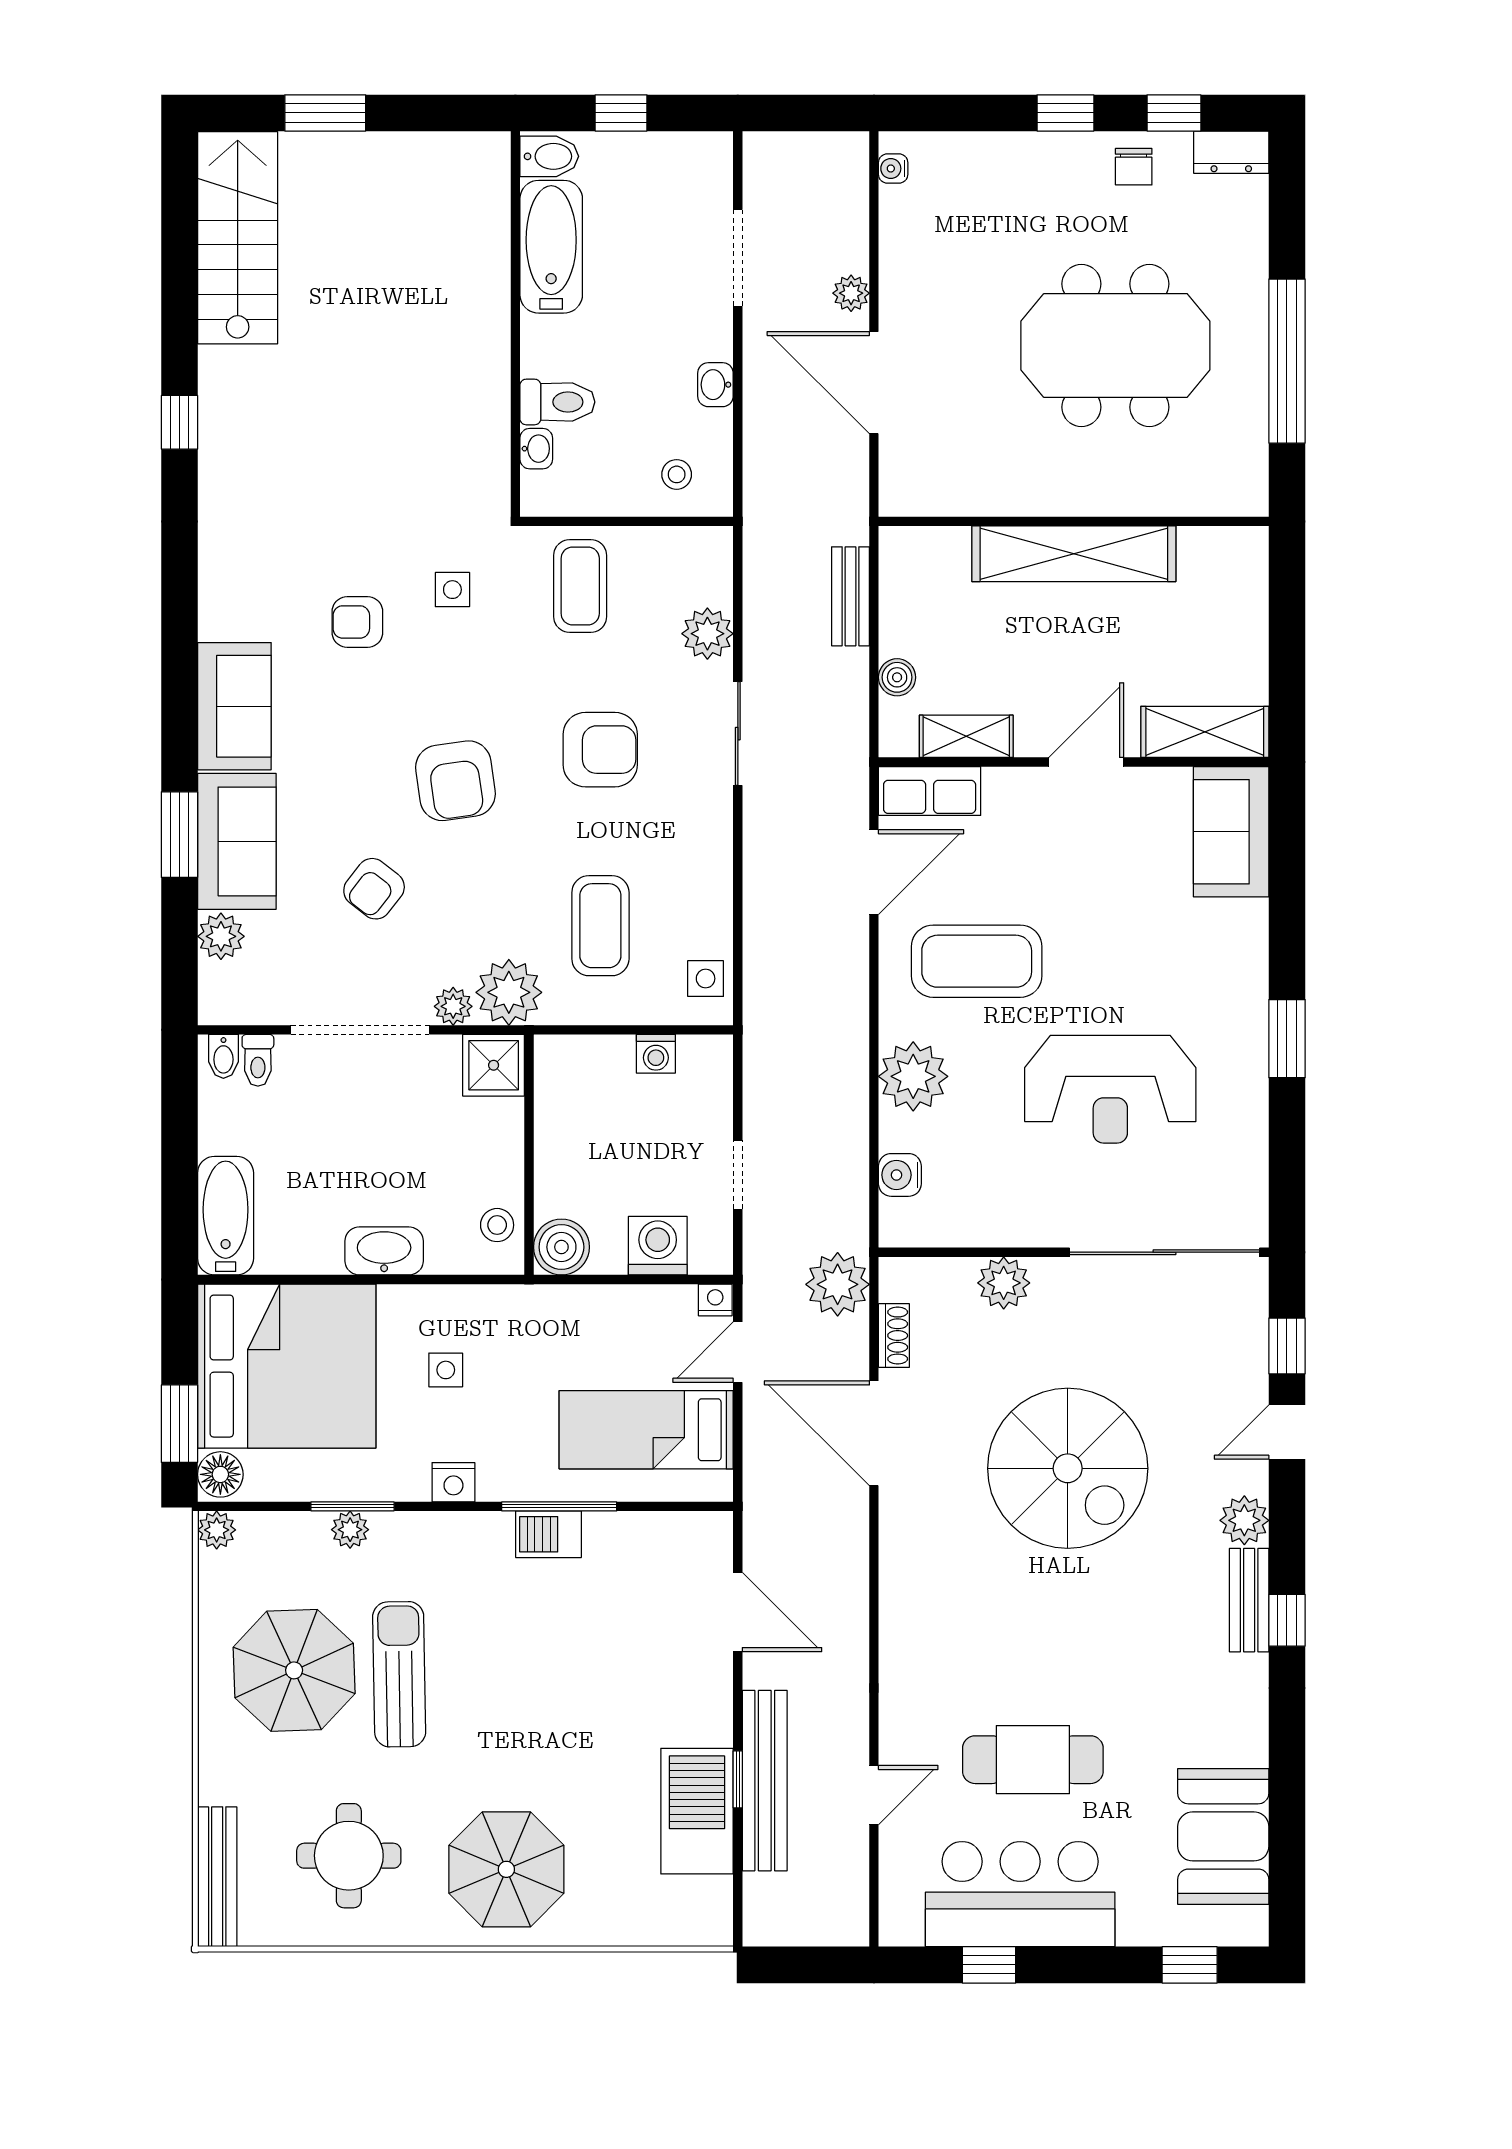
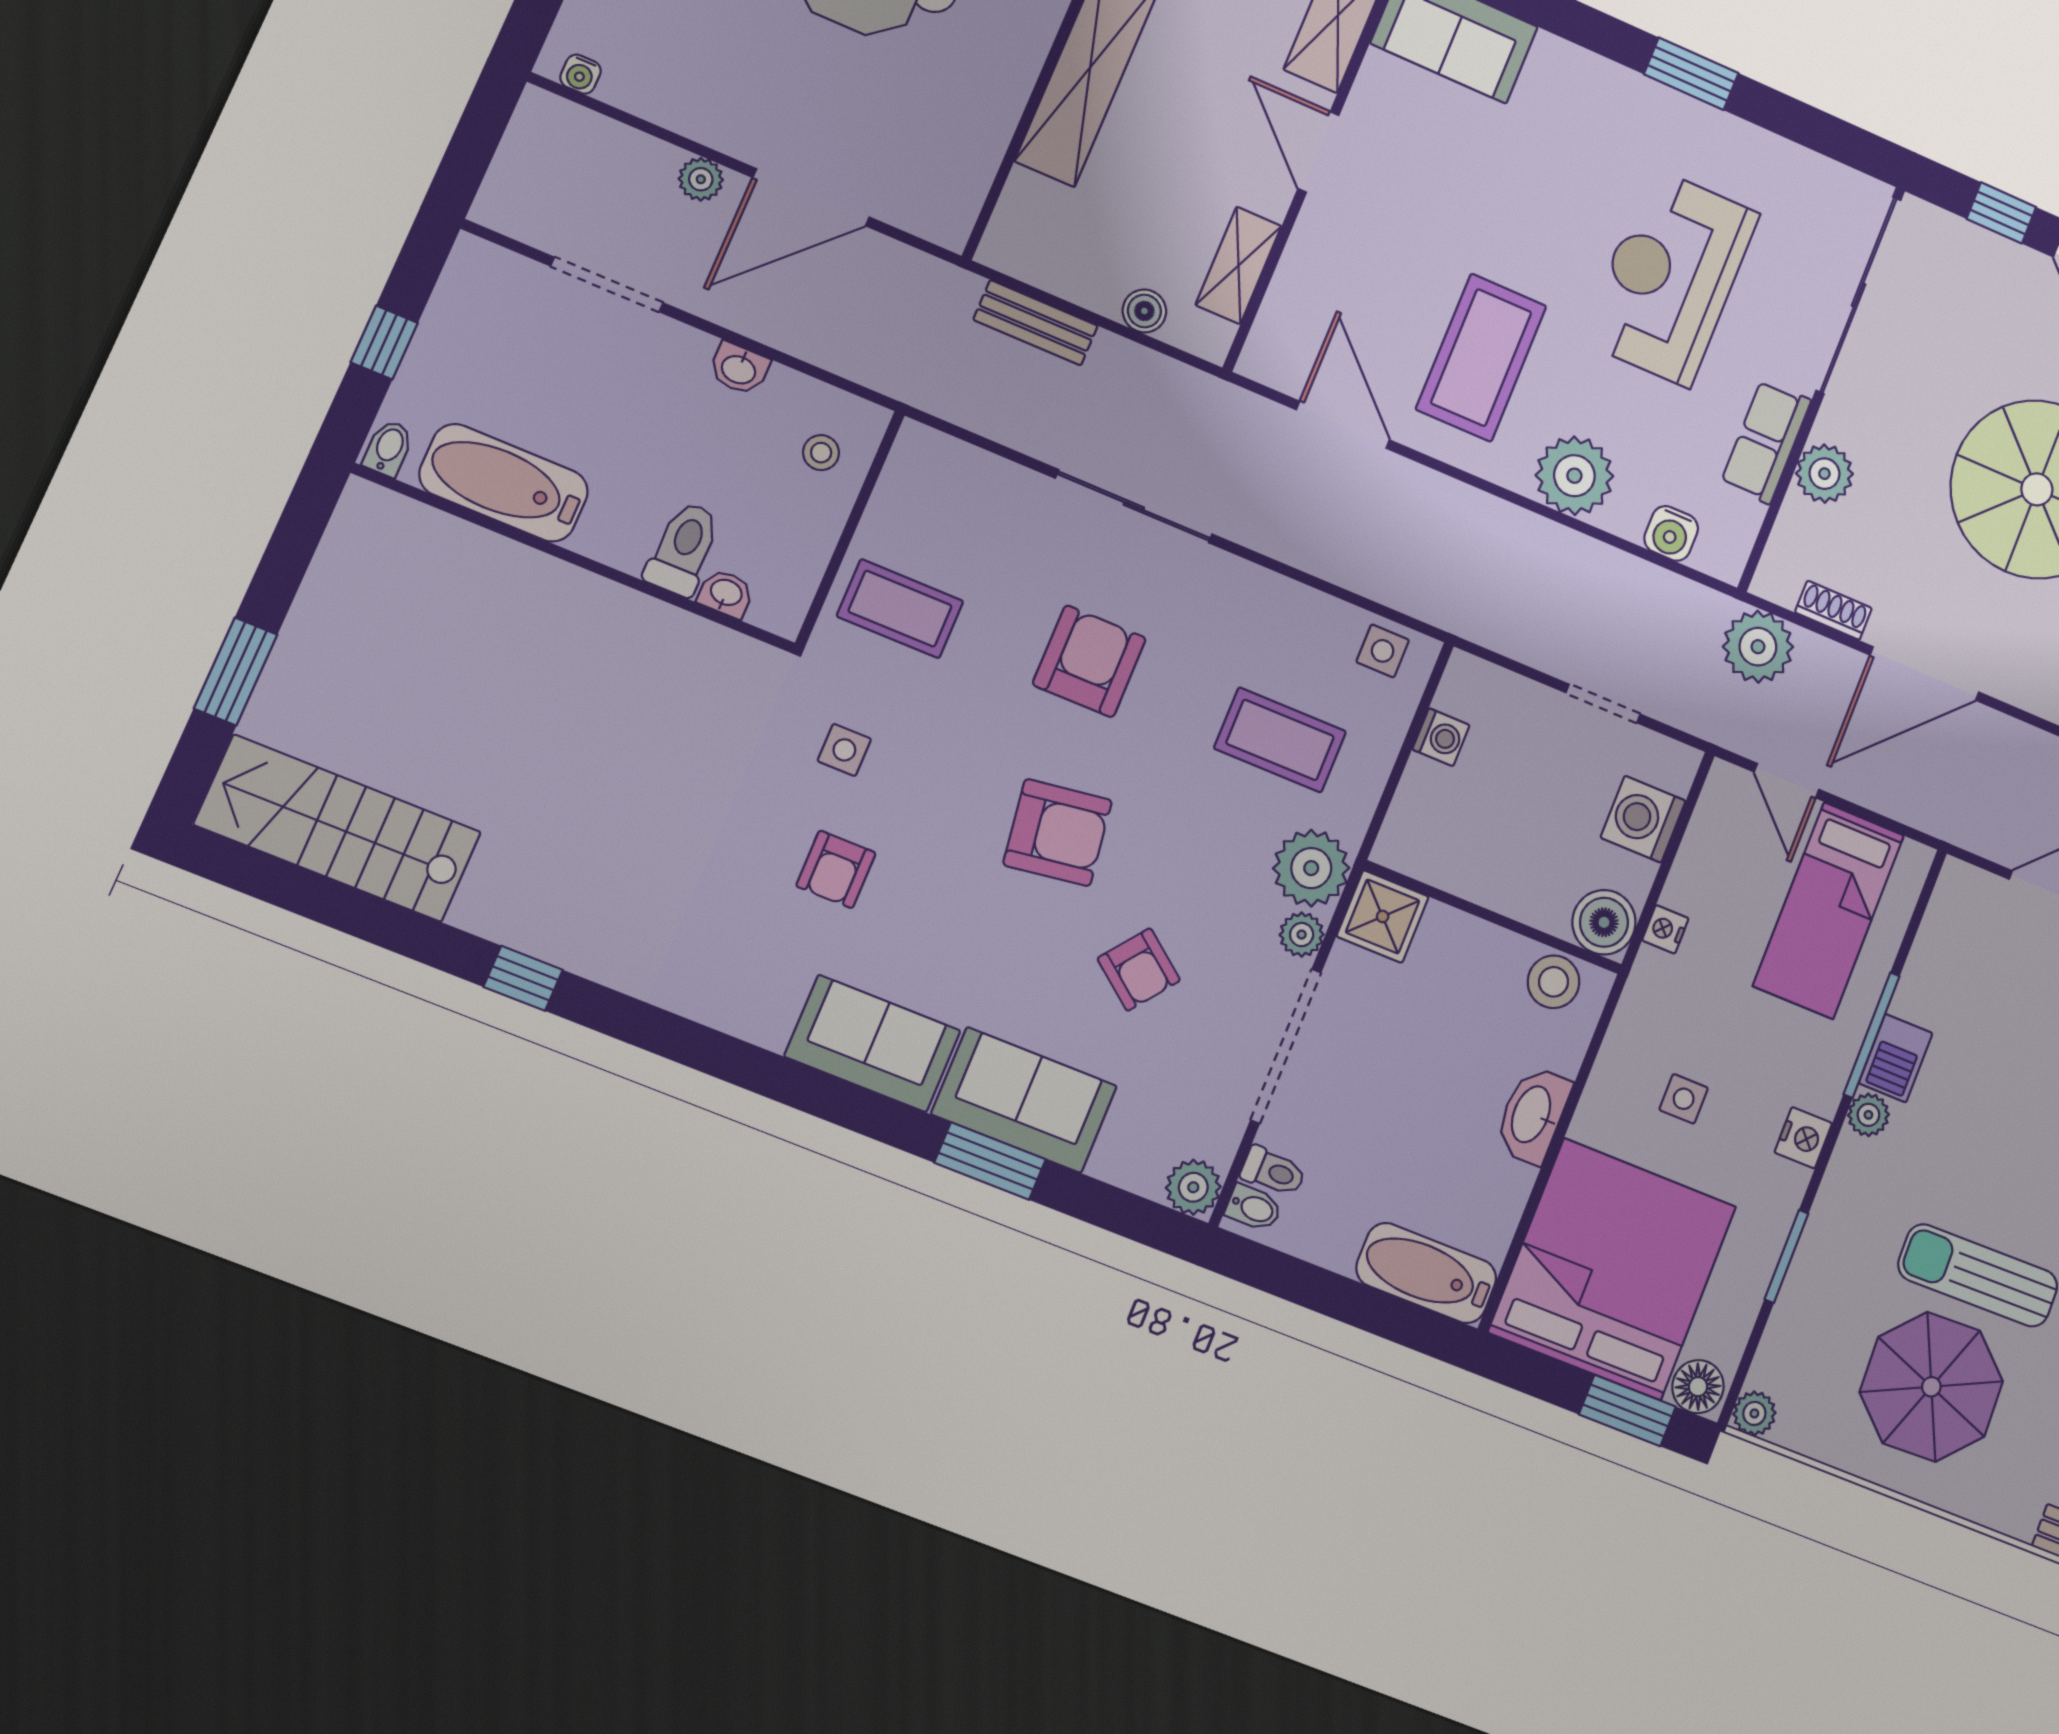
bidet: (549, 156) -> (388, 448), width x0.72, depth x0.74
plant: (707, 634) -> (1011, 493), removed
sliding door: (738, 734) -> (1134, 506), width x1.37
row of seats: (930, 791) -> (1766, 442), moved, turned 180
plant: (221, 936) -> (1193, 1187), moved
reception desk: (1110, 1089) -> (1670, 277), turned 180
stool: (497, 1225) -> (1554, 982), width x1.37, depth x1.37
nightstand: (715, 1300) -> (1665, 929), moved
plant: (350, 1530) -> (1868, 1115), moved

